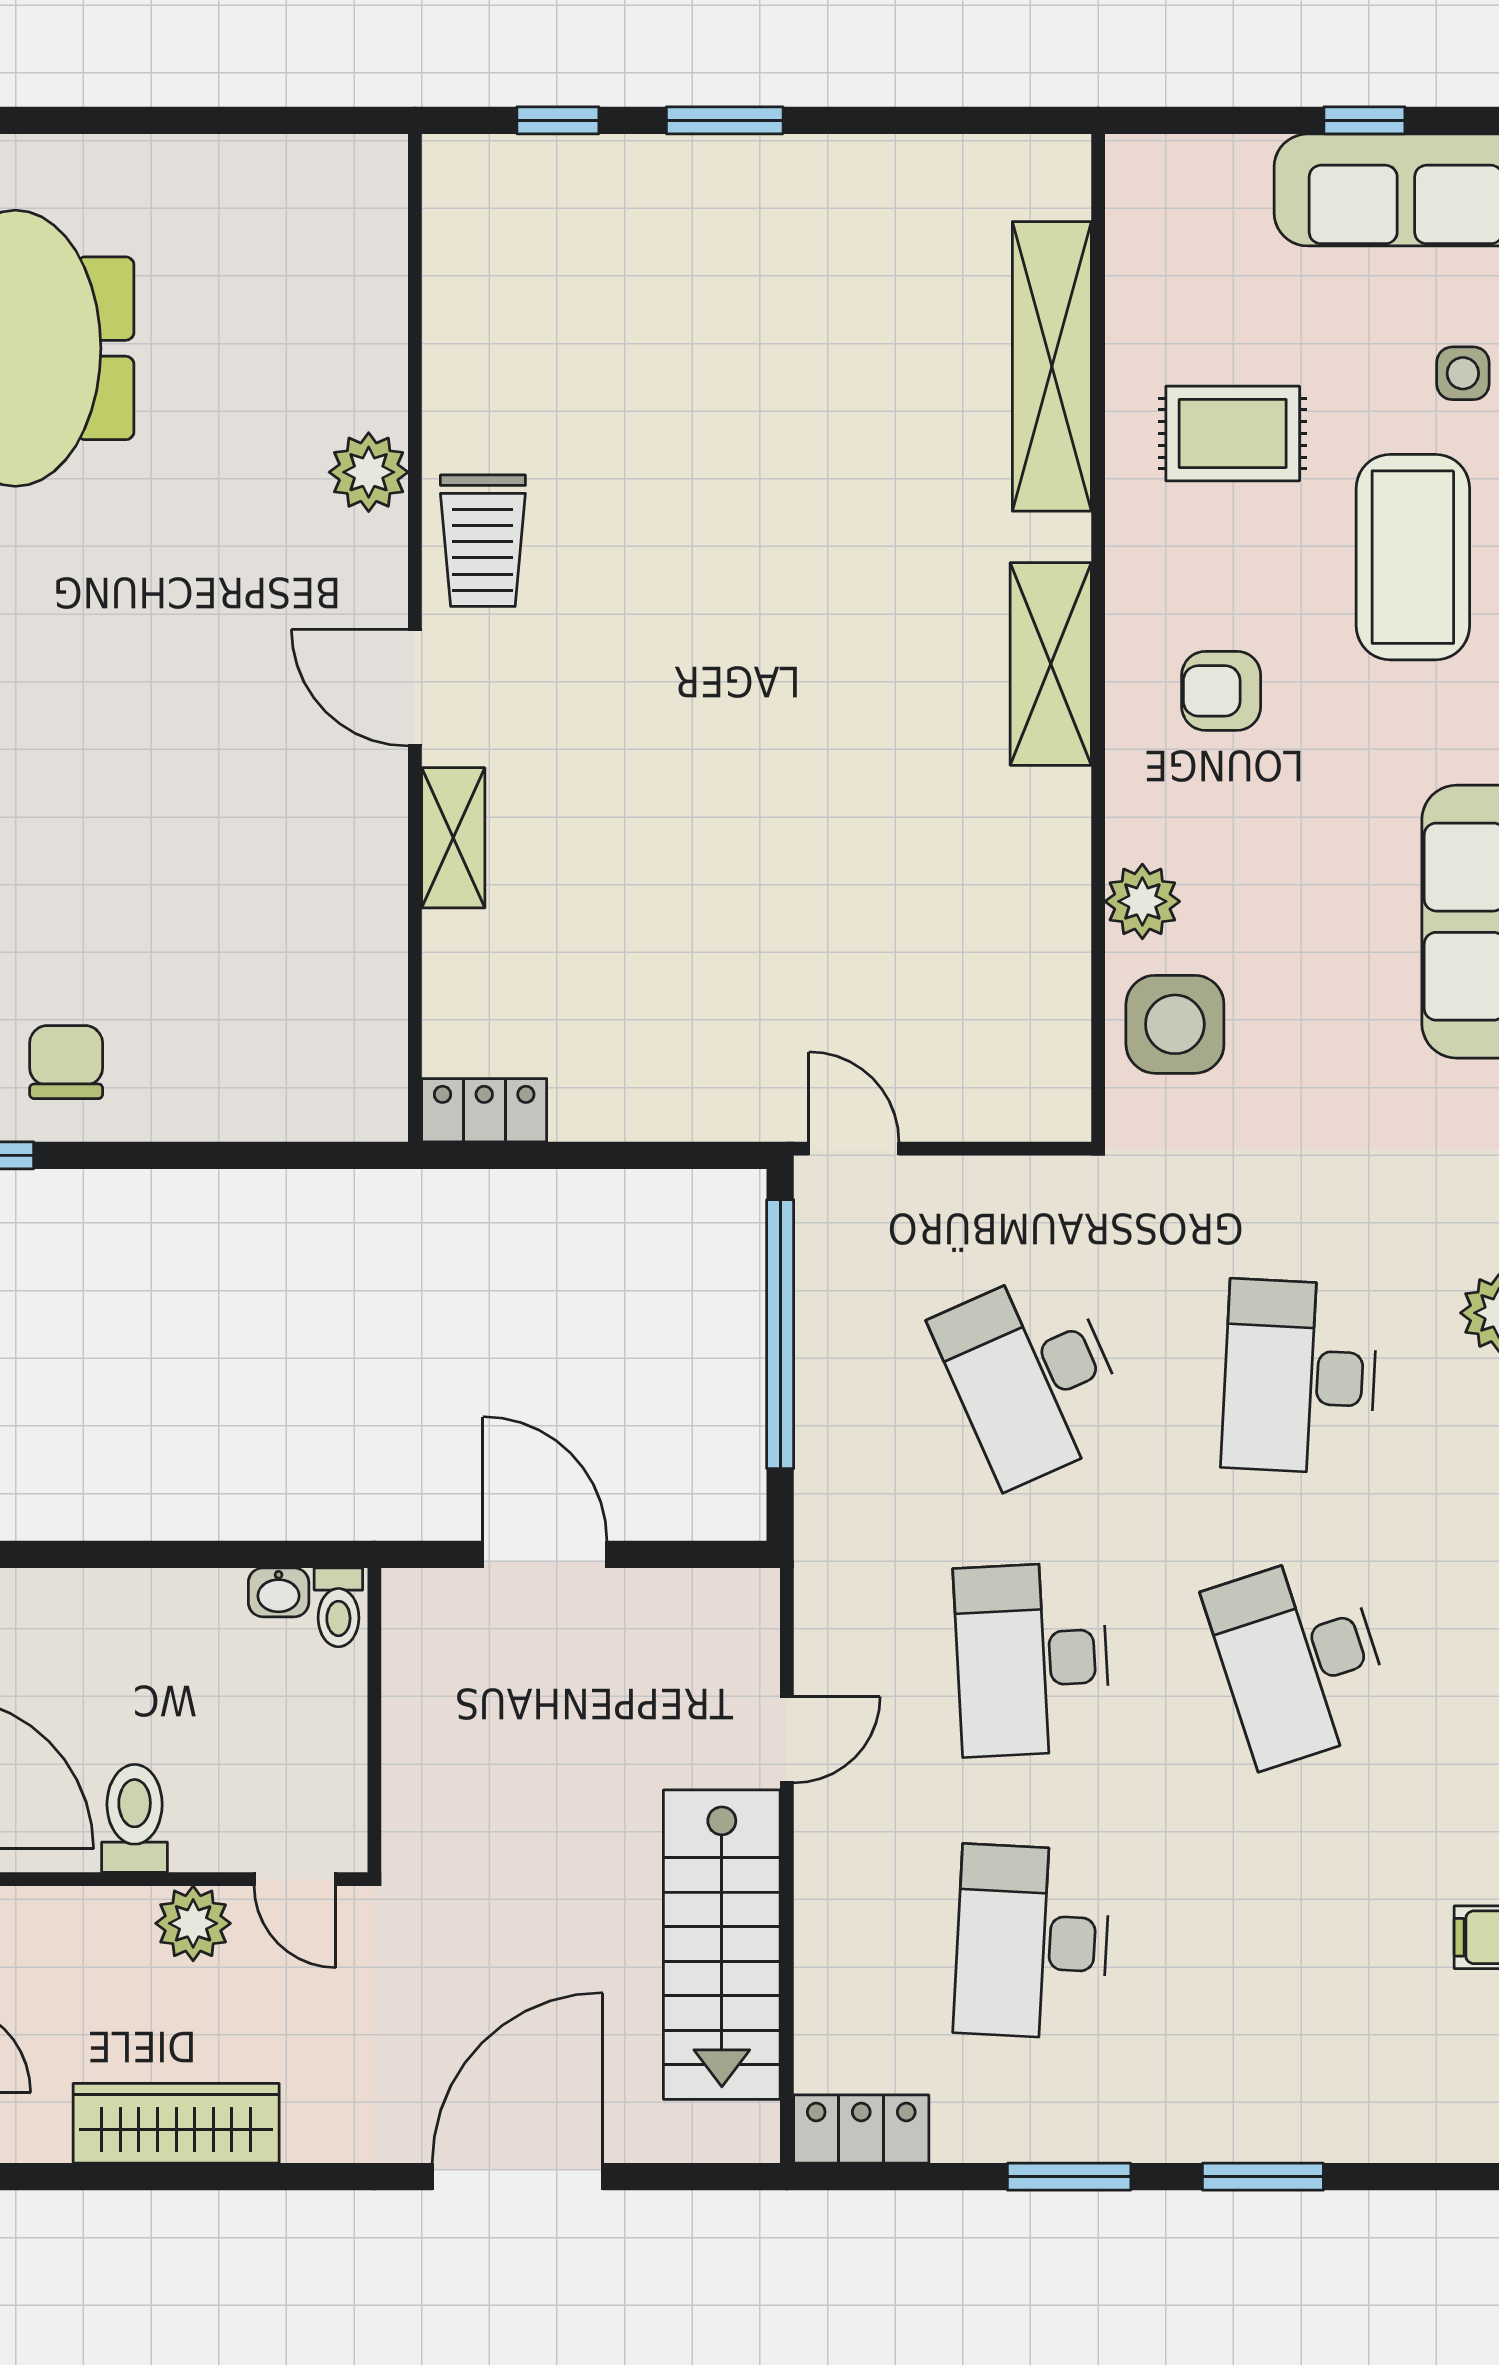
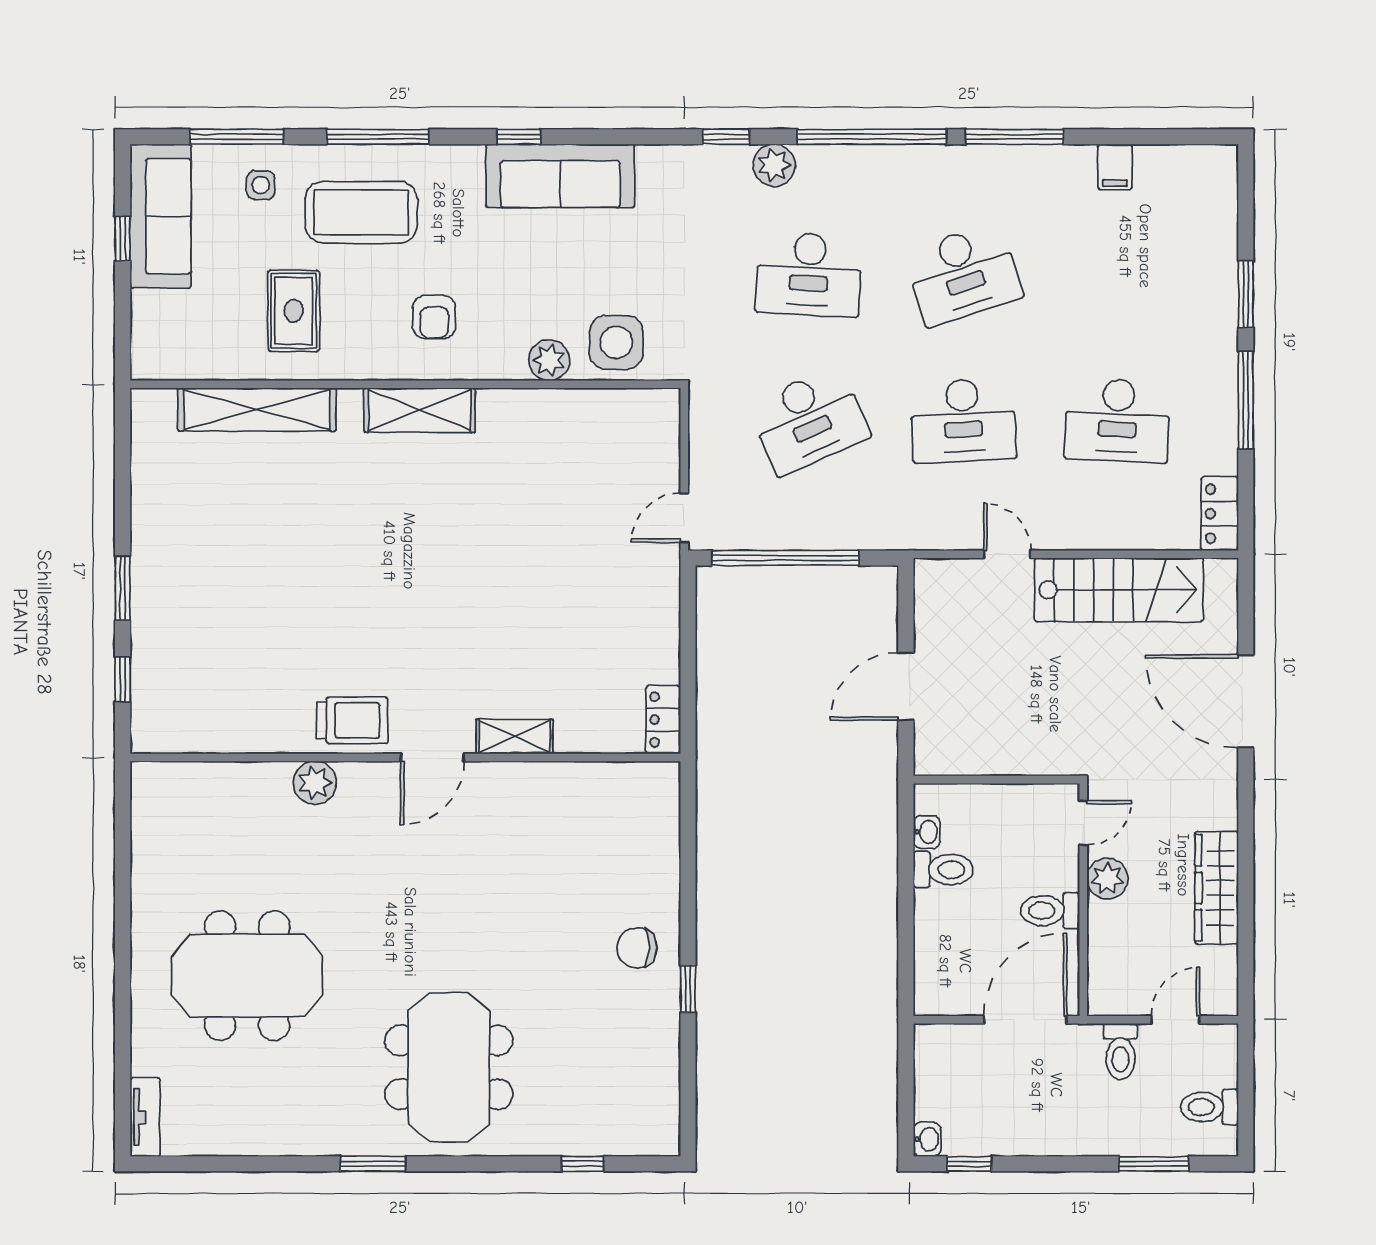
toilet: (338, 1607) -> (943, 870), moved, width x1.37, depth x1.39
window: (1069, 2177) -> (1246, 400), width x1.44

